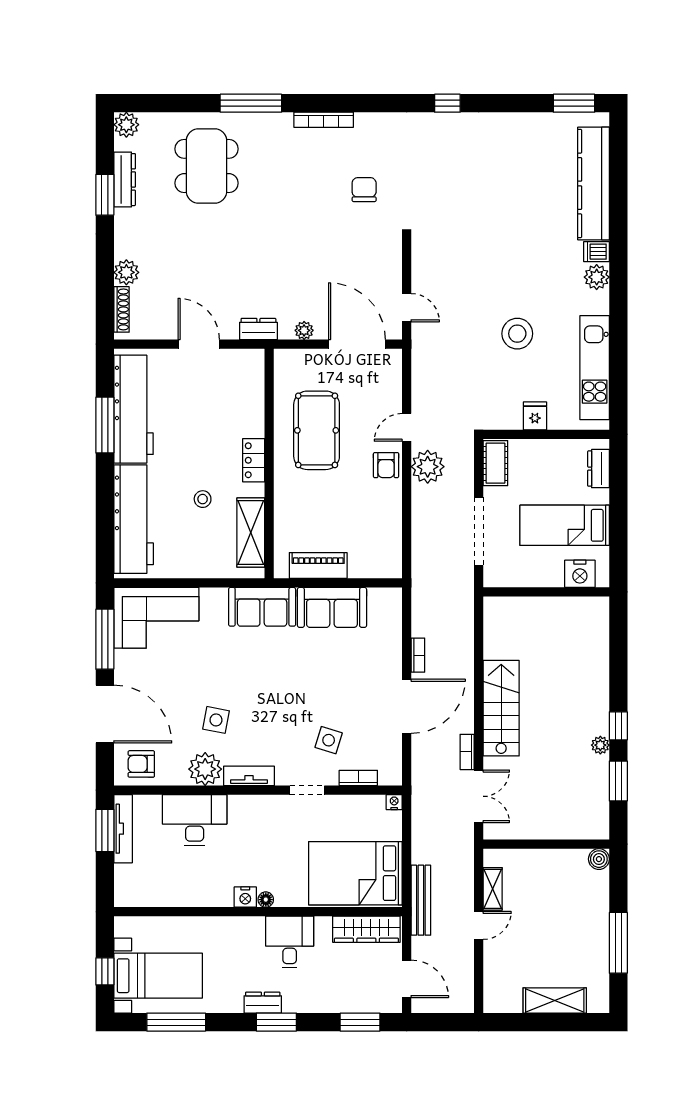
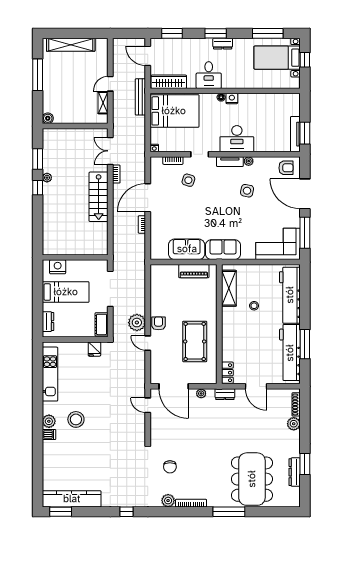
plant: (126, 125) -> (168, 501), moved
dining table: (207, 166) -> (252, 479), width x1.36, depth x1.24
kitchen counter: (594, 183) -> (72, 499), moved, turned -90
stool: (517, 334) -> (76, 419), moved
fridge: (535, 416) -> (94, 349), moved
door: (407, 427) -> (148, 343), swing flipped
locker: (254, 460) -> (227, 373), moved
plant: (205, 769) -> (249, 161), width x0.53, depth x0.53
desk: (195, 820) -> (237, 139), moved
shelving: (555, 1000) -> (71, 45), width x1.47

